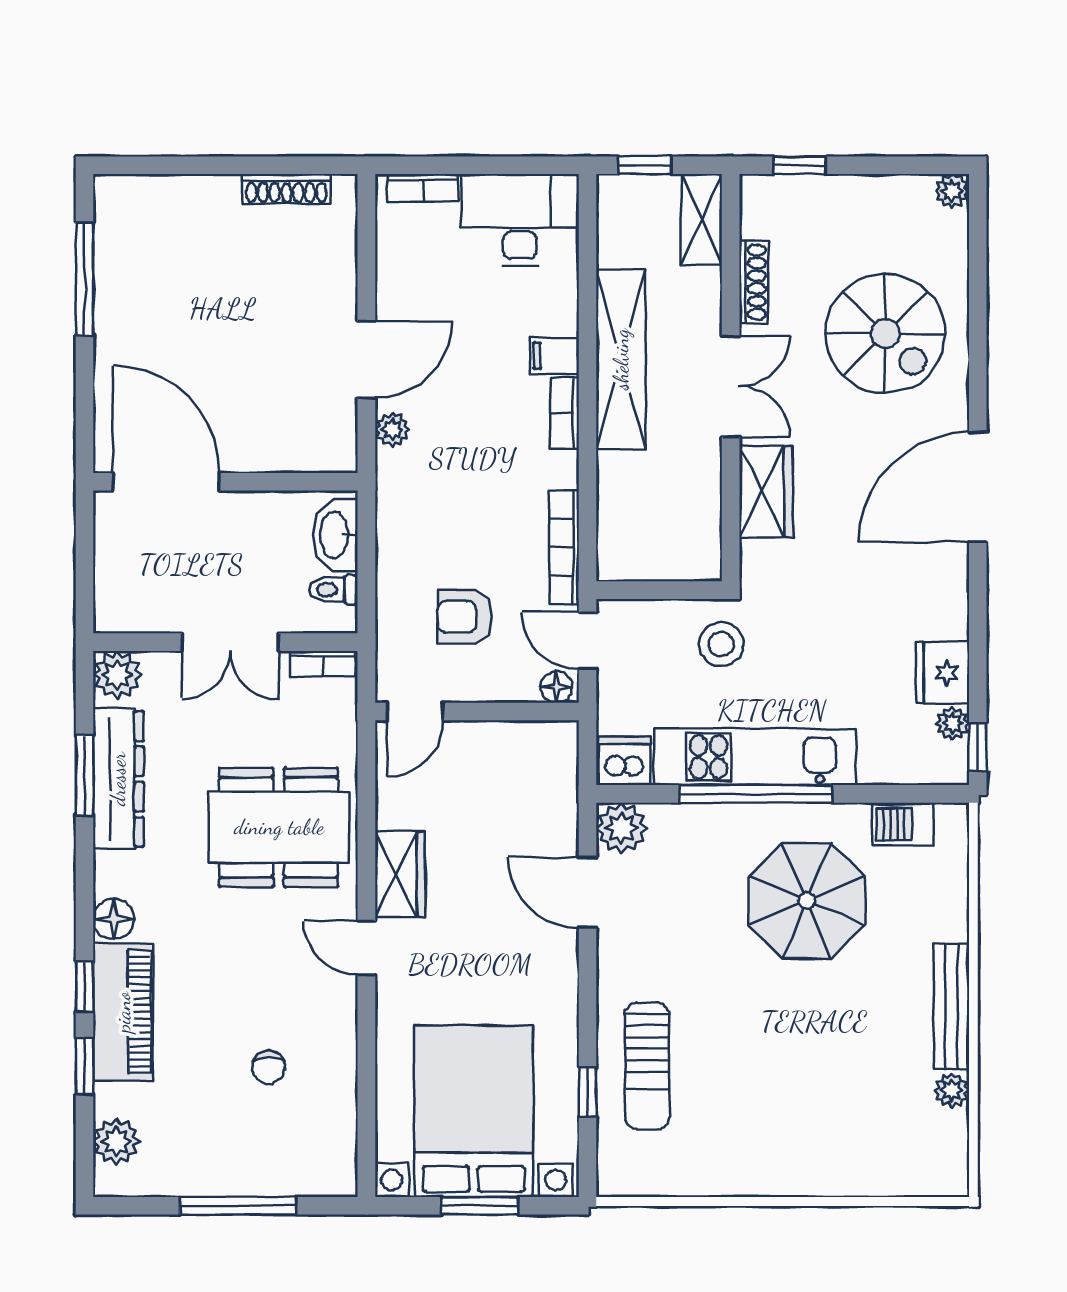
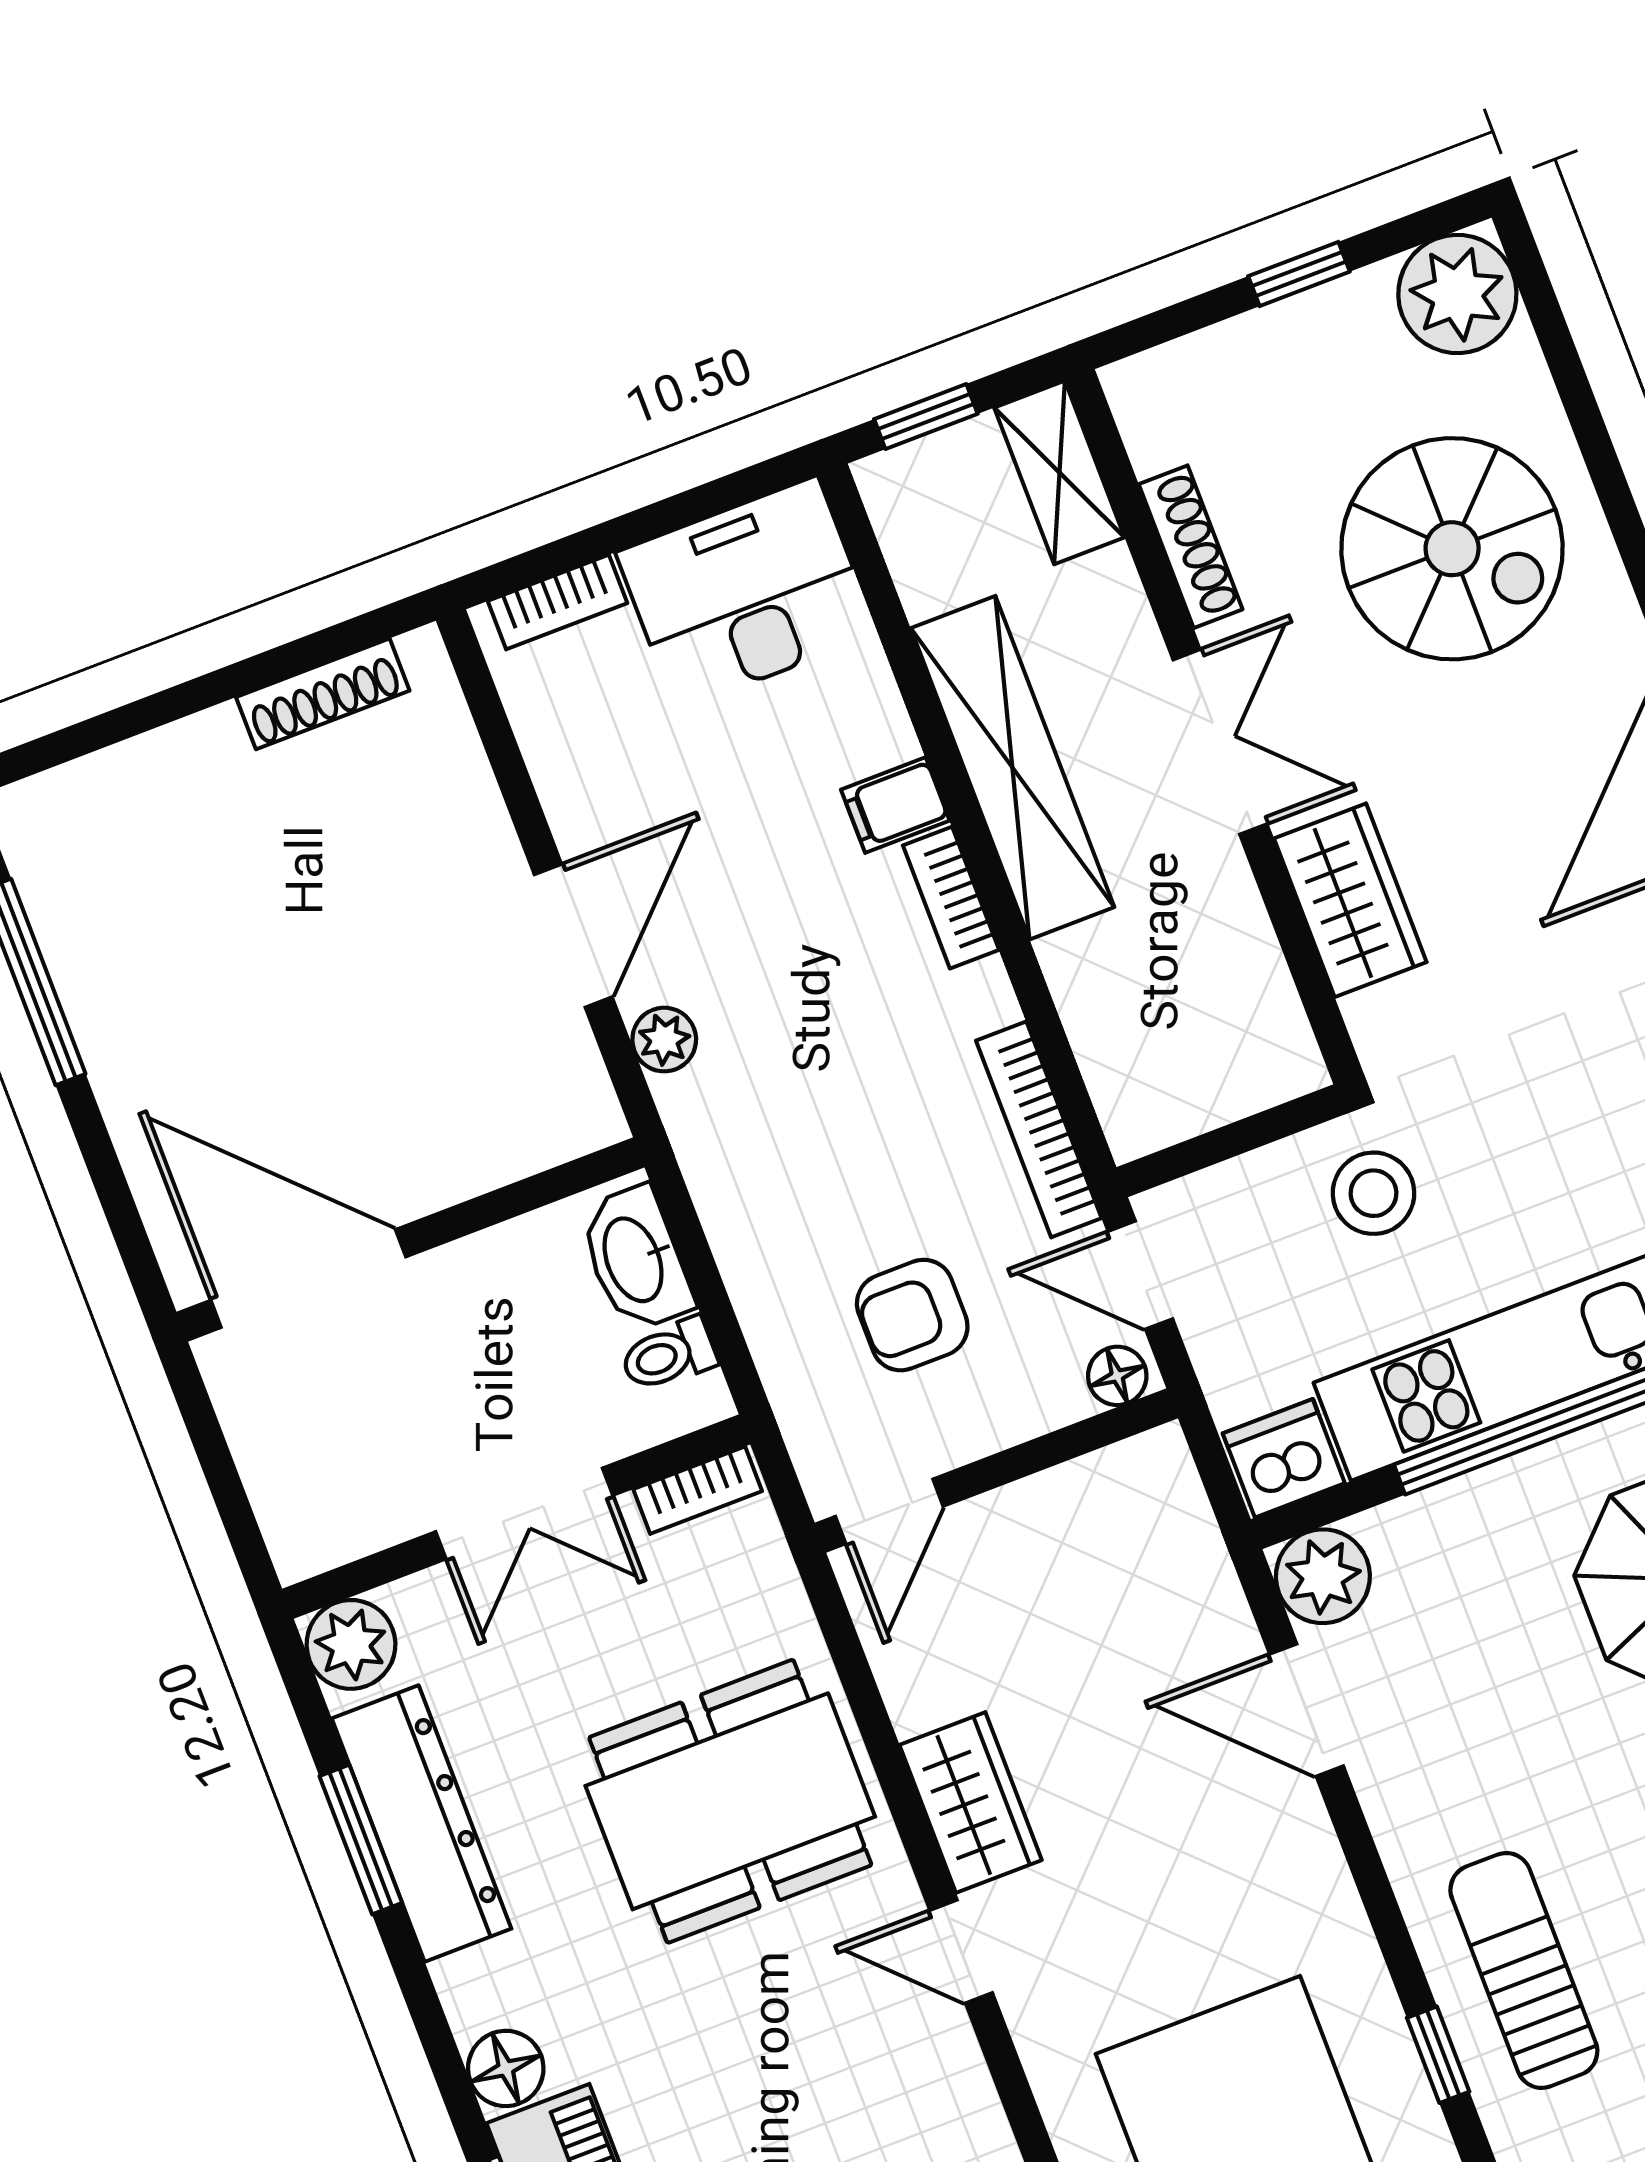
window: (799, 165) -> (1299, 274), moved
plant: (952, 191) -> (1457, 294), width x1.88, depth x1.88
sun lounger: (647, 1066) -> (1524, 1970), turned 180

